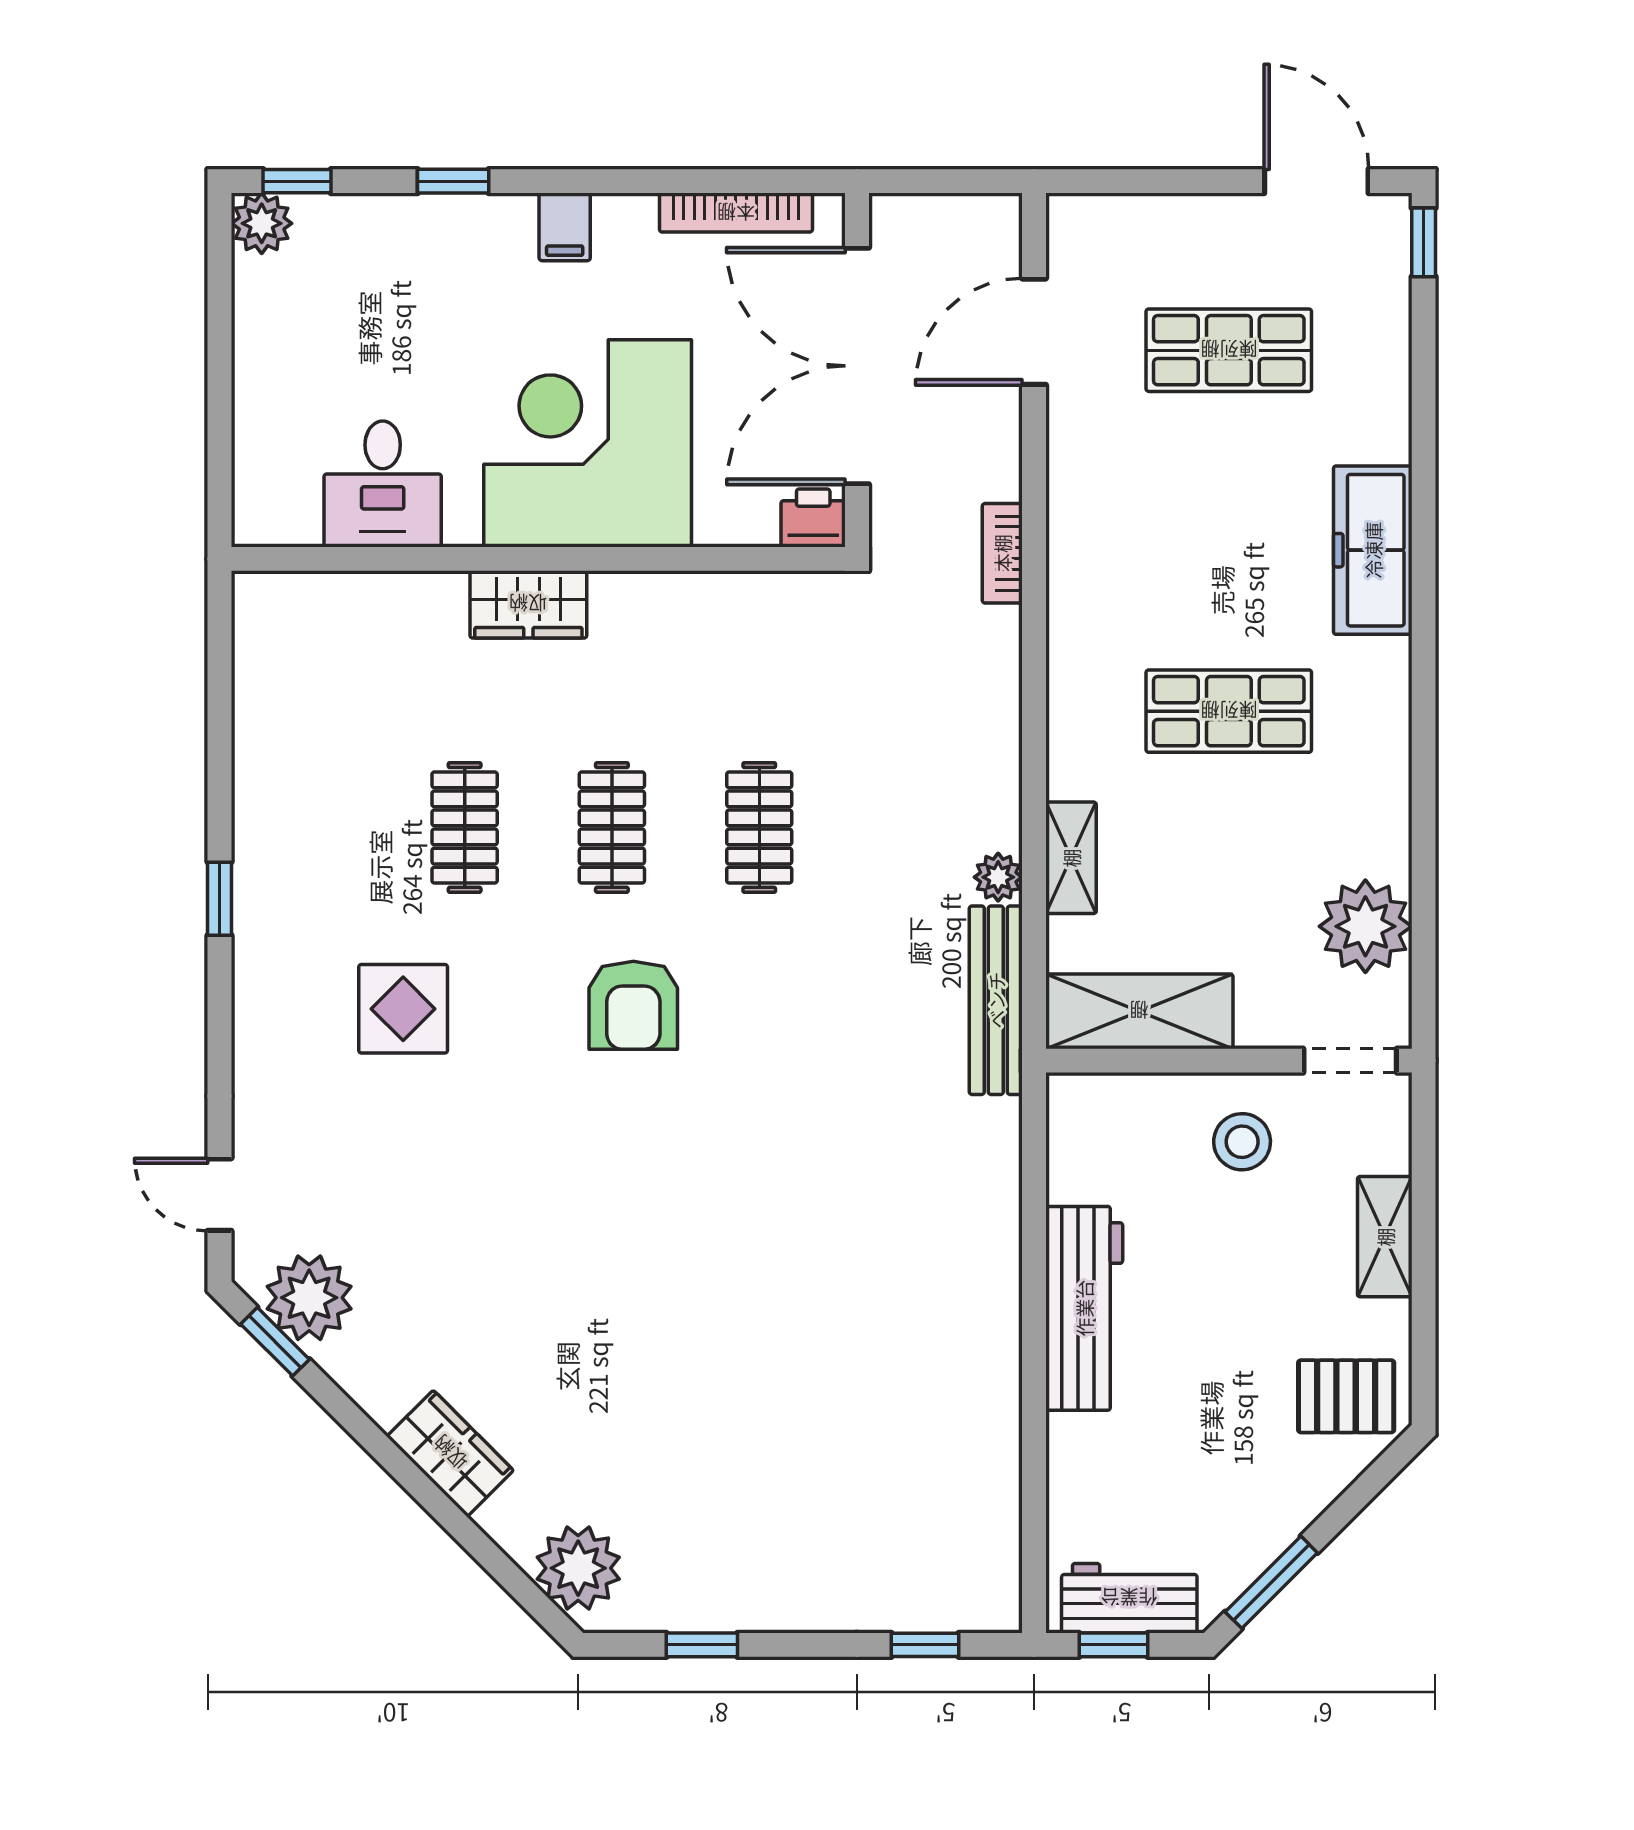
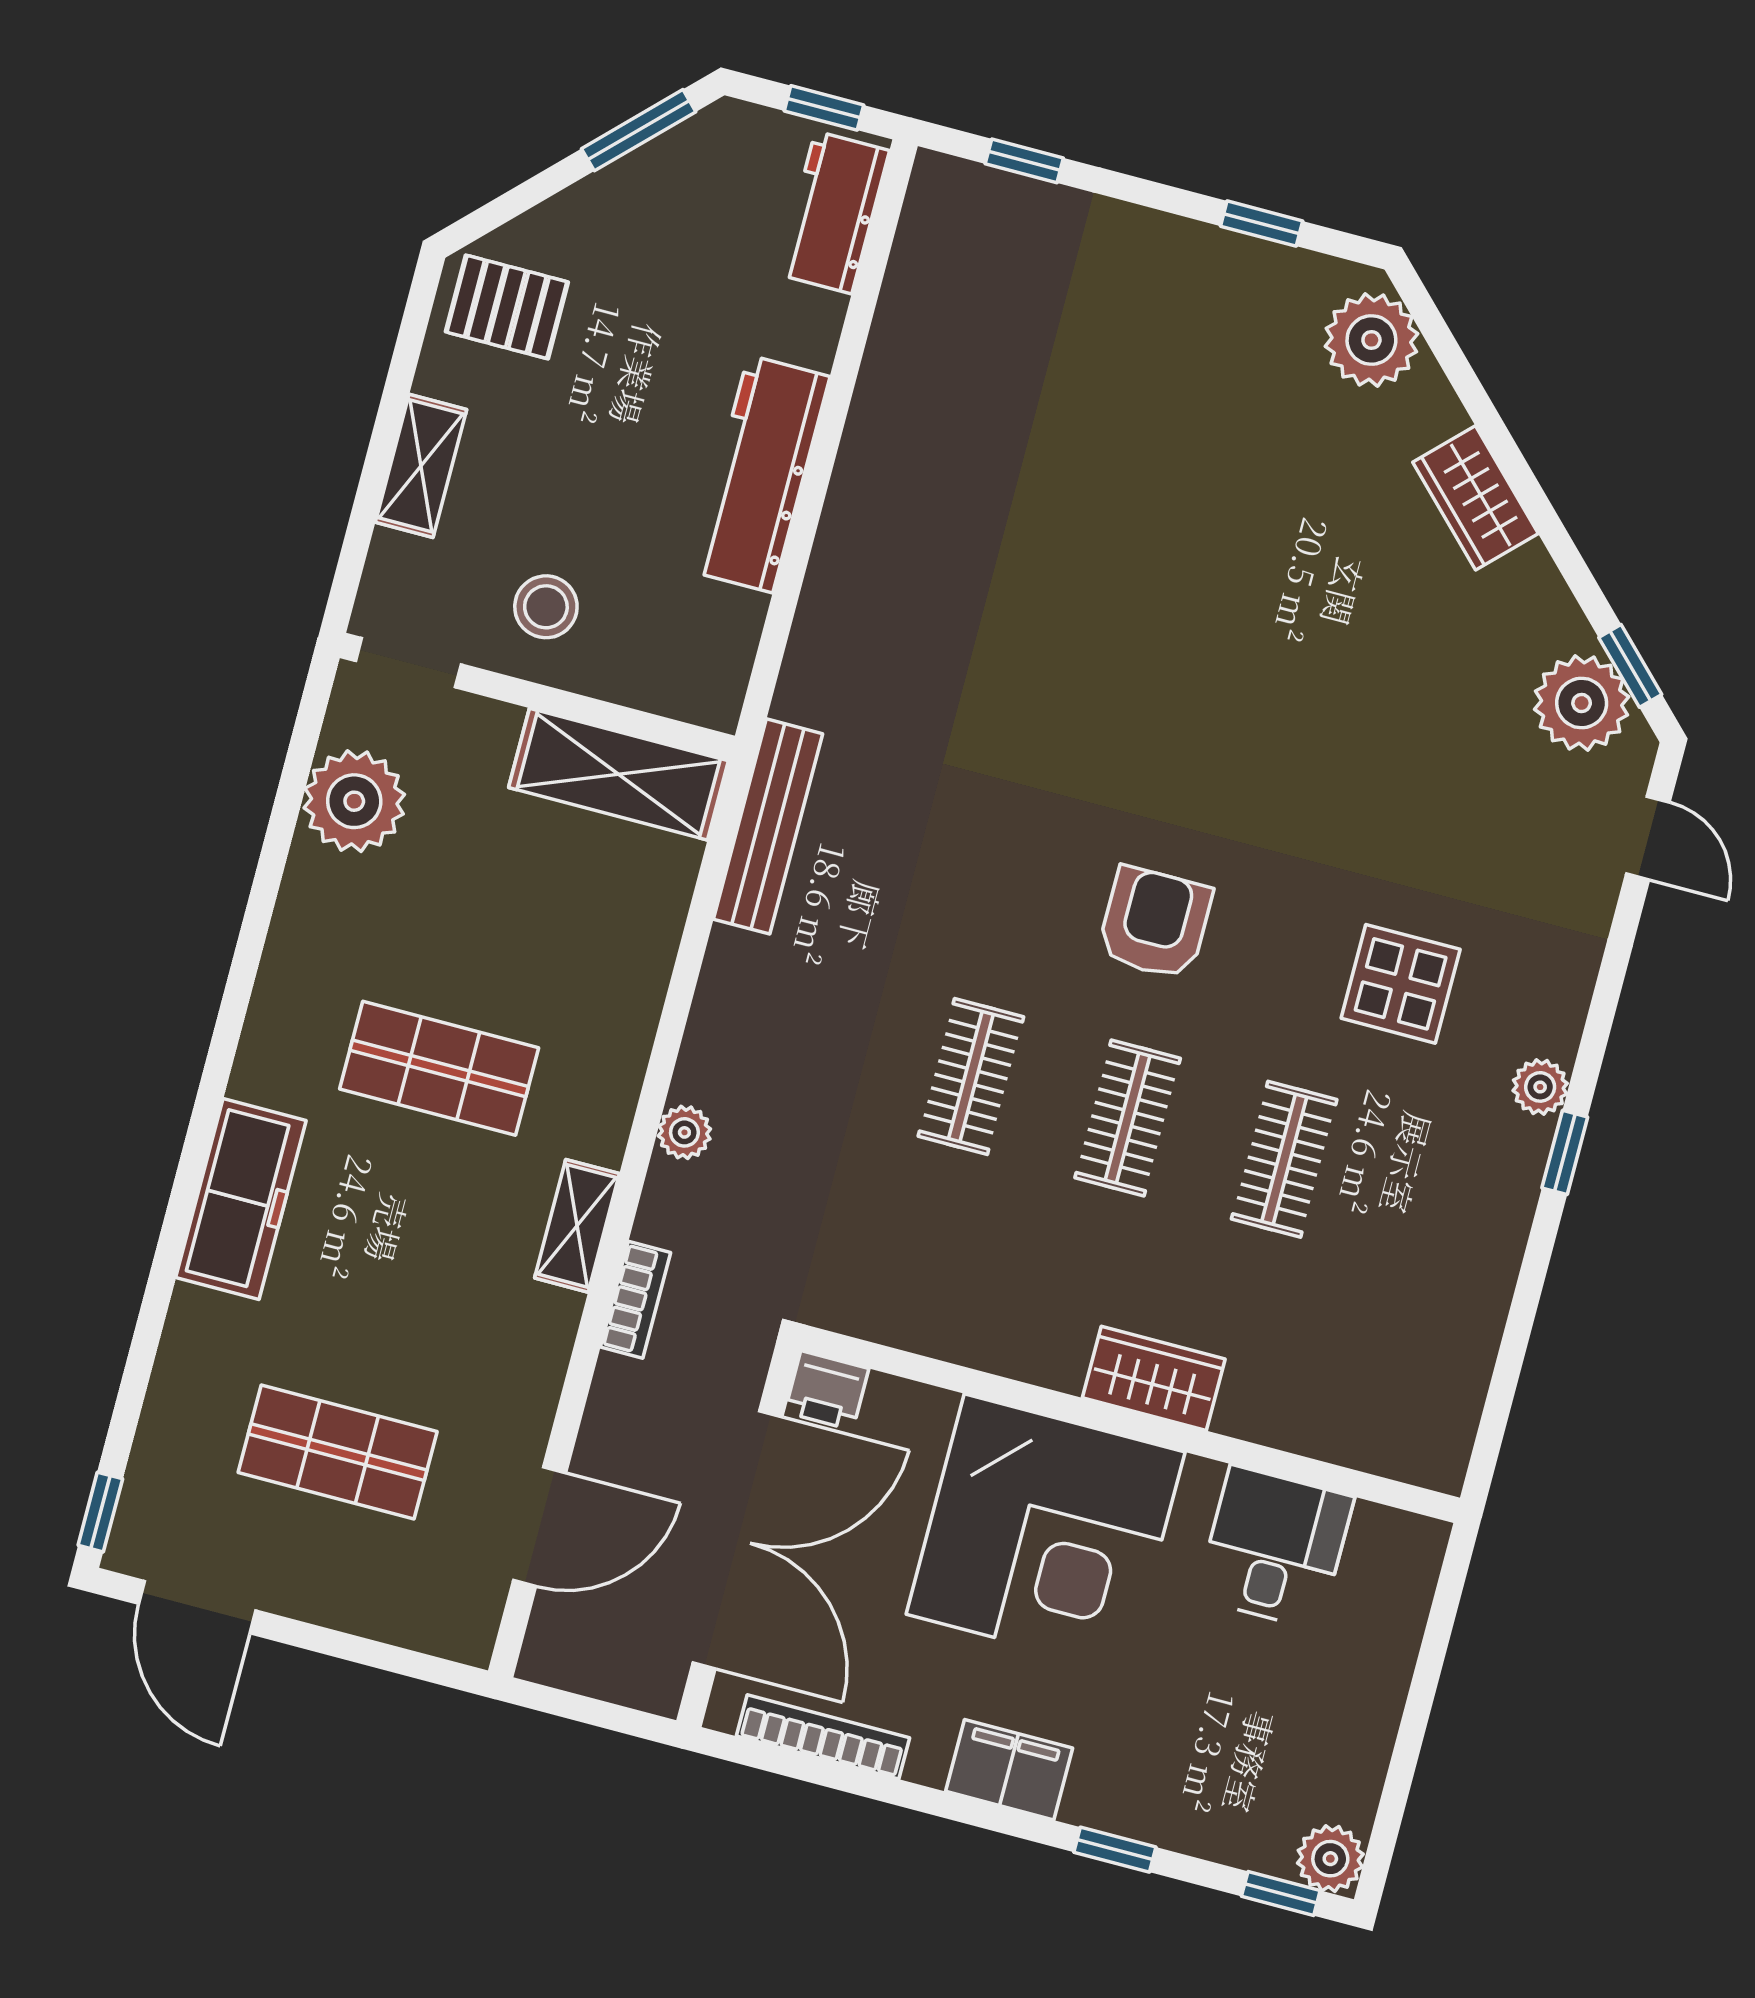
filing cabinet: (565, 227) -> (1009, 1770), width x2.00
shelving: (1071, 858) -> (577, 1226), moved
plant: (998, 877) -> (684, 1132), moved
plant: (256, 950) -> (1540, 1087), added
workbench: (1129, 1598) -> (834, 212), moved, turned 90

